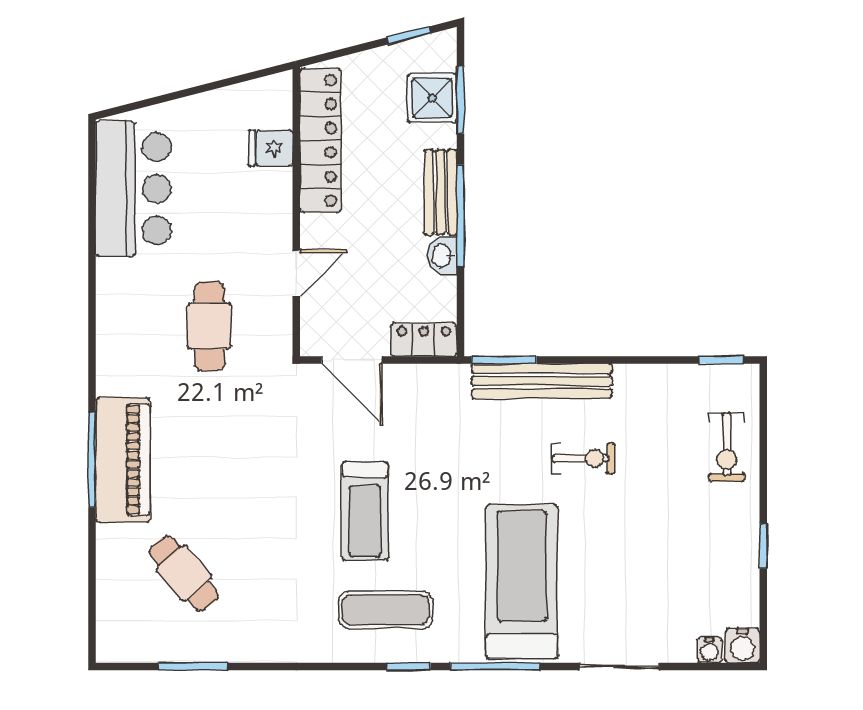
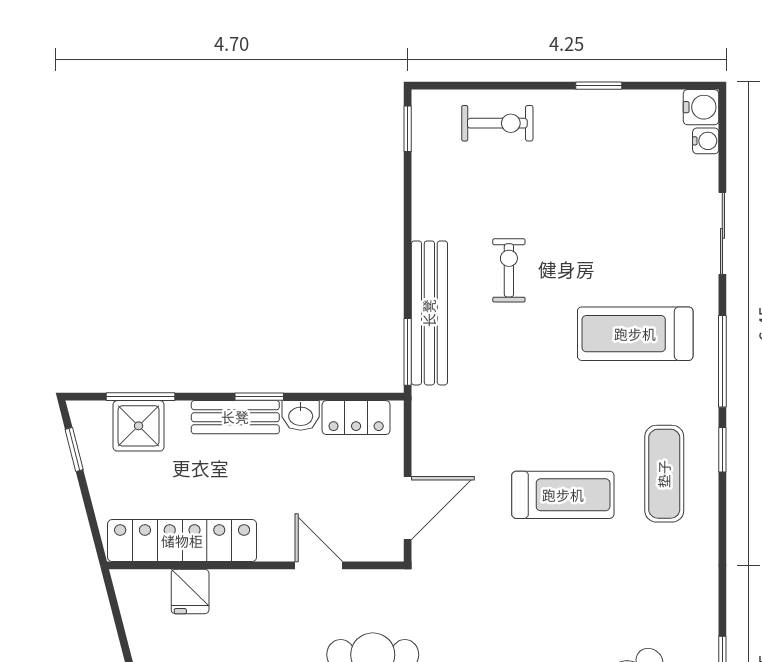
window: (460, 216) -> (259, 397), width x0.46
locker: (424, 340) -> (356, 418), moved, turned -90
treadmill: (522, 582) -> (635, 334), width x0.73, depth x0.73

